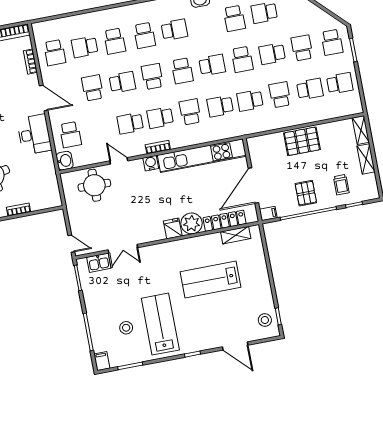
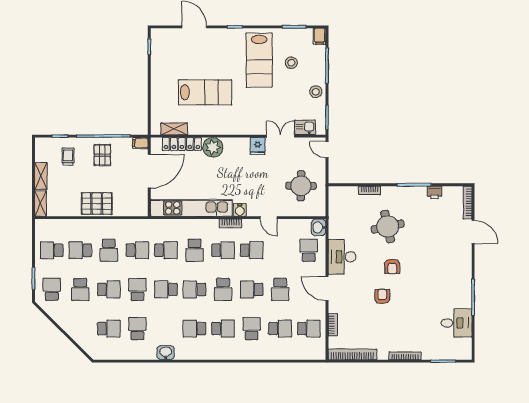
school desk: (145, 35) -> (223, 329), turned 90
school desk: (55, 53) -> (309, 329), turned 90
school desk: (182, 71) -> (194, 289), turned -90
round table: (94, 185) -> (301, 186), moved
fridge: (173, 228) -> (258, 146), moved
stool: (265, 320) -> (316, 92), moved

